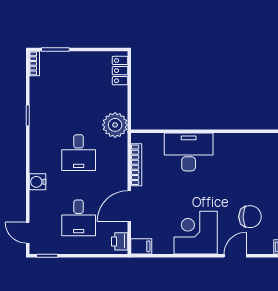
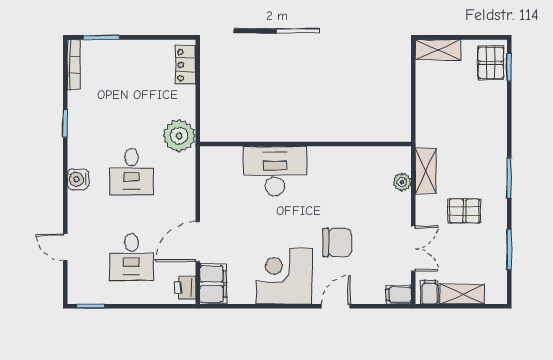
bookcase: (34, 63) -> (74, 65), width x1.56
bookcase: (136, 165) -> (207, 188), removed
water cooler: (38, 182) -> (78, 179), moved
chair: (250, 217) -> (337, 242), moved
door: (28, 233) -> (65, 247), moved
filing cabinet: (141, 246) -> (213, 284), width x2.00

